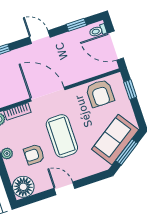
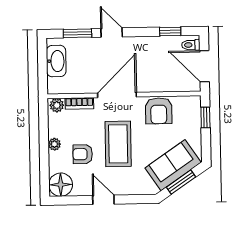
door: (40, 37) -> (112, 33), moved
armchair: (100, 93) -> (159, 111), moved
door: (48, 94) -> (117, 95), hinge flipped

